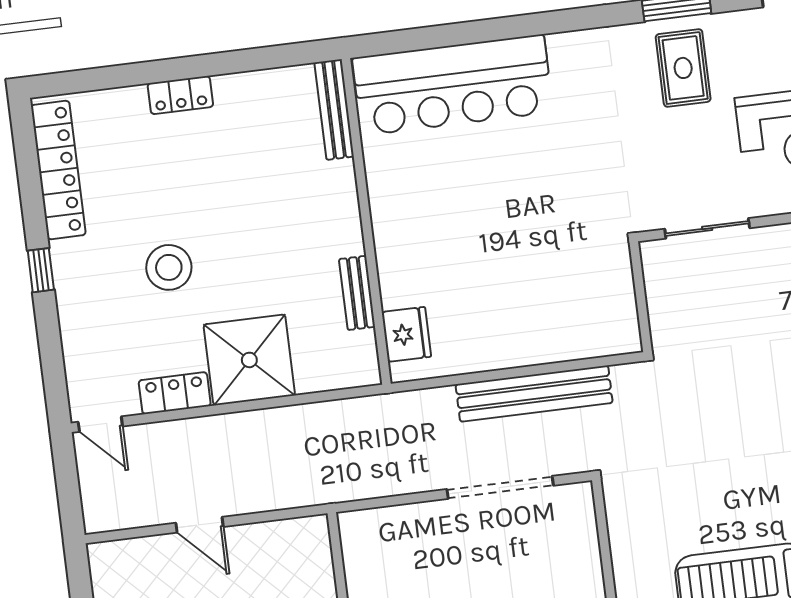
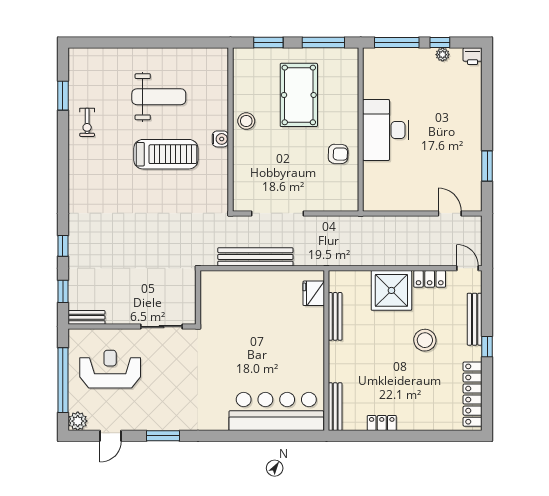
rug: (683, 68) -> (164, 406), removed
locker: (180, 95) -> (382, 423), moved
bench: (357, 293) -> (335, 316), width x1.36
bench: (73, 323) -> (475, 319), added
door: (200, 525) -> (450, 213), moved

